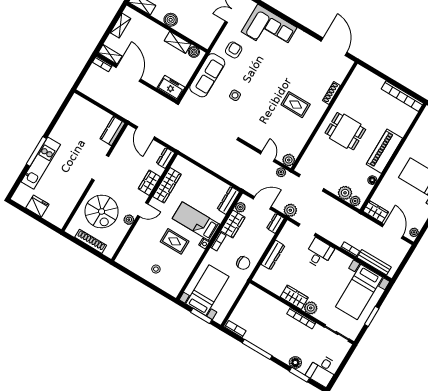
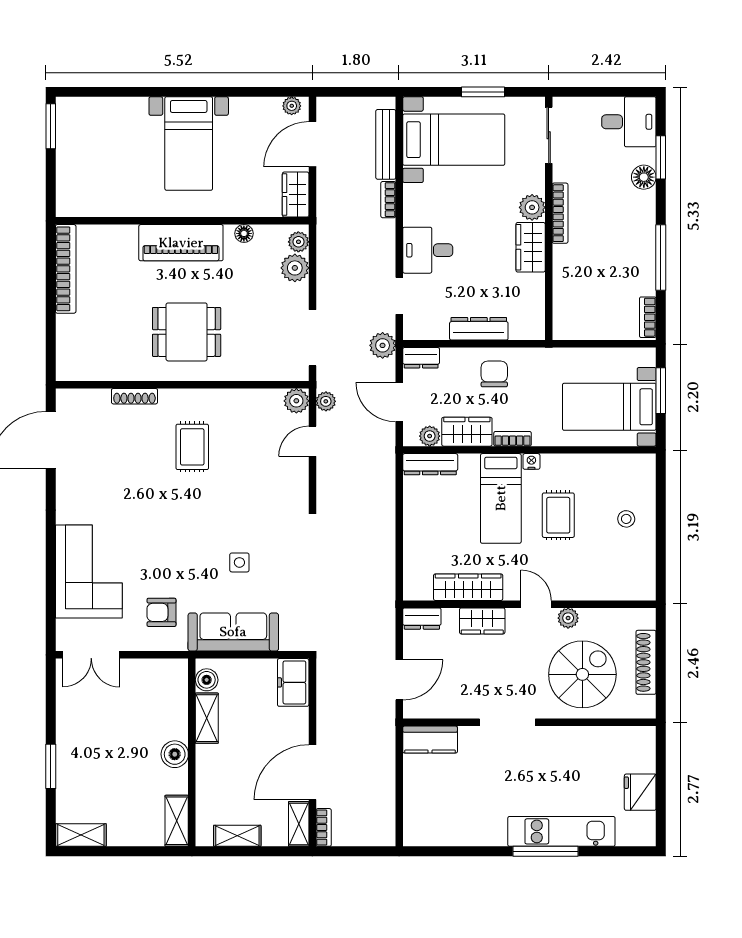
dining table: (345, 131) -> (187, 332), turned 90
chair: (243, 263) -> (494, 374), moved

